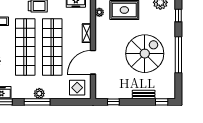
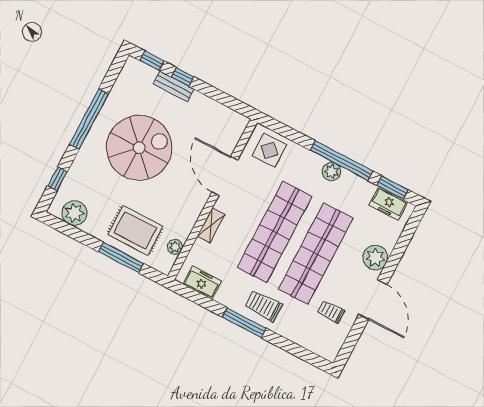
spiral stairs: (145, 54) -> (139, 148), turned 180
door: (93, 62) -> (225, 176), swing flipped
window: (37, 102) -> (341, 161), width x1.46
window: (113, 102) -> (183, 77), moved

